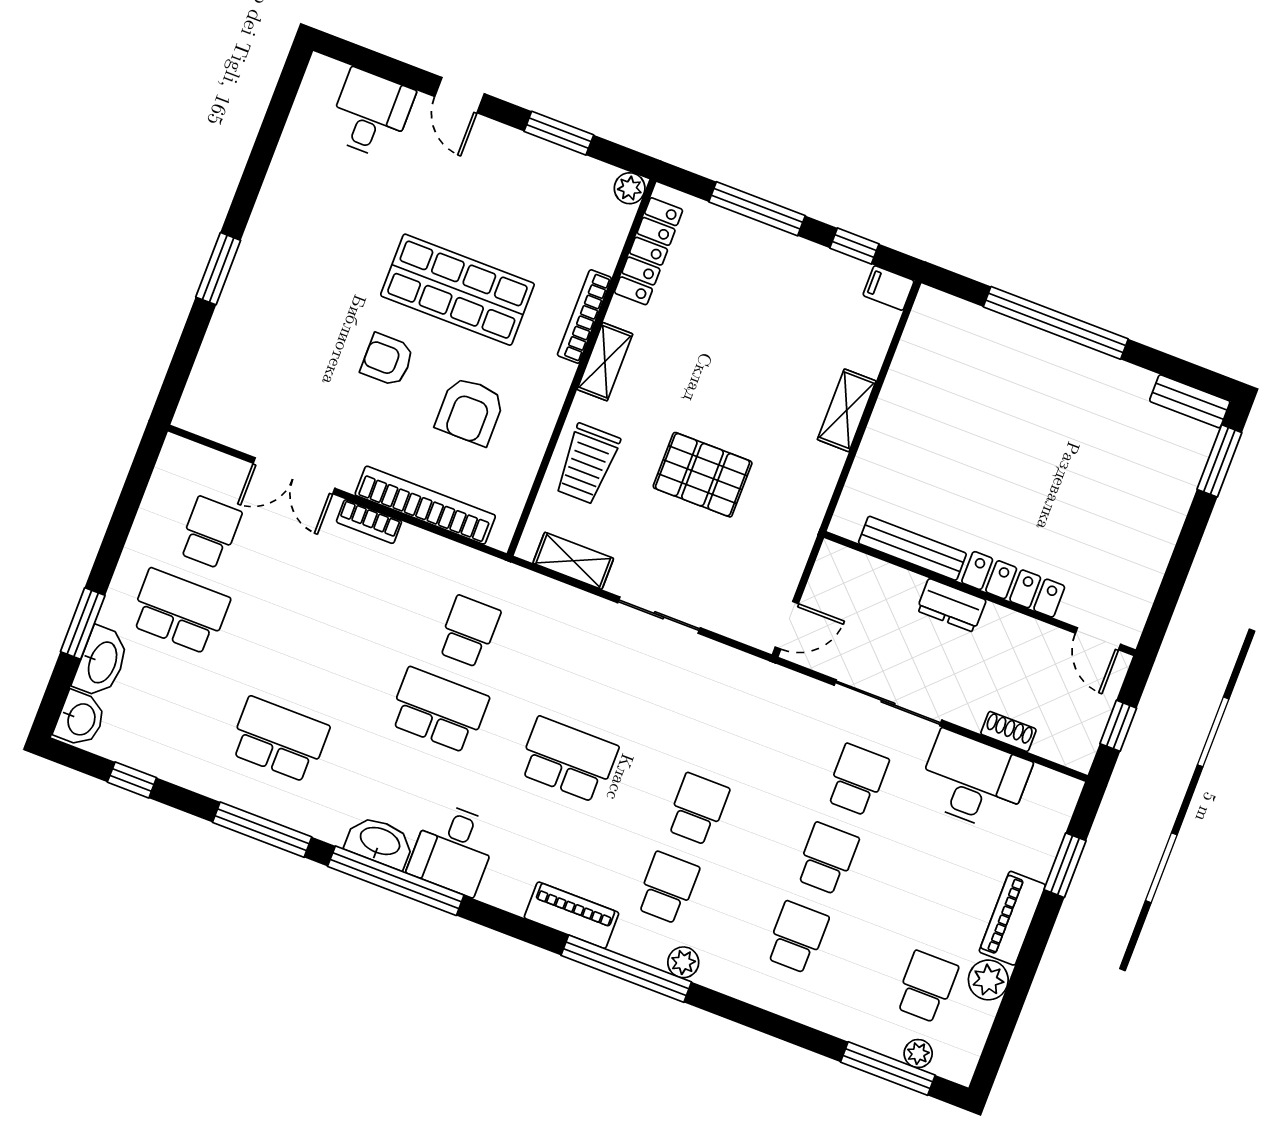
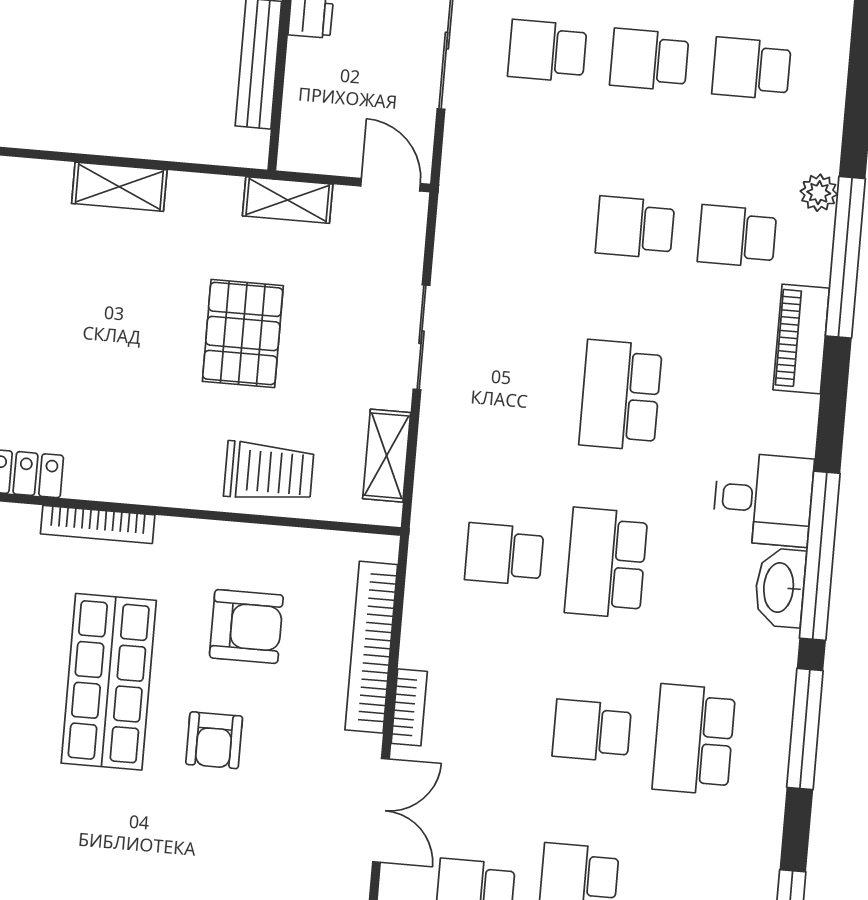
shelving: (605, 362) -> (288, 200), moved
school desk: (309, 661) -> (592, 731), added

